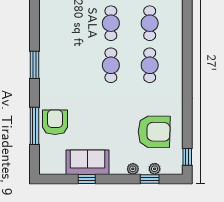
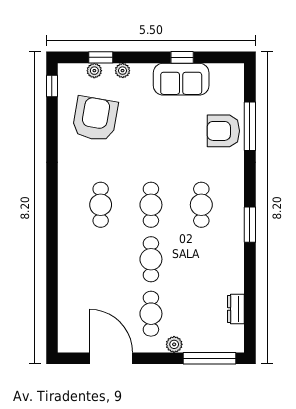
cafe table: (150, 23) -> (201, 205), moved
window: (34, 65) -> (250, 225), moved
armchair: (55, 122) -> (223, 131), turned 90
armchair: (154, 132) -> (95, 119), turned 99

